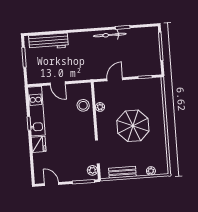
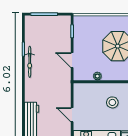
door: (58, 83) -> (72, 115), swing flipped
stool: (83, 105) -> (112, 102), moved

